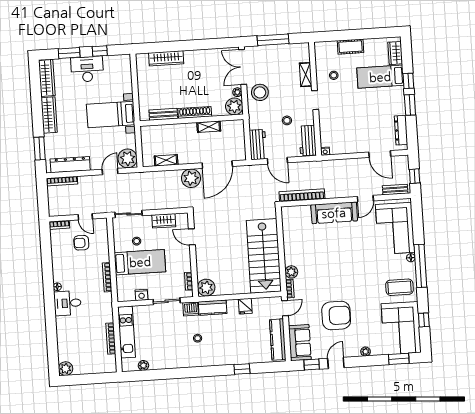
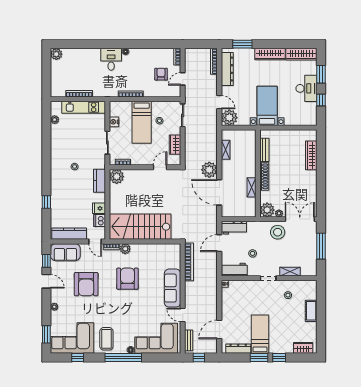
bed: (380, 77) -> (260, 334), moved
armchair: (327, 267) -> (127, 279), added
dishwasher: (191, 309) -> (100, 221), moved

